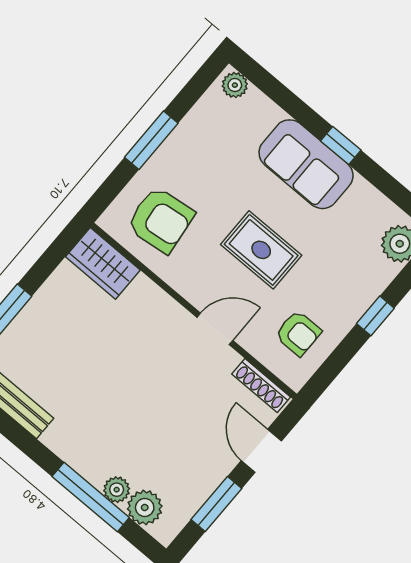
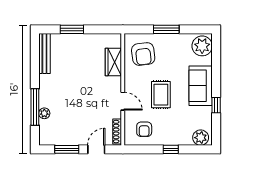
plant: (235, 85) -> (202, 46), width x1.87, depth x1.87
window: (341, 146) -> (216, 105), moved
wardrobe: (103, 263) -> (113, 62), moved
plant: (145, 507) -> (46, 127), removed

